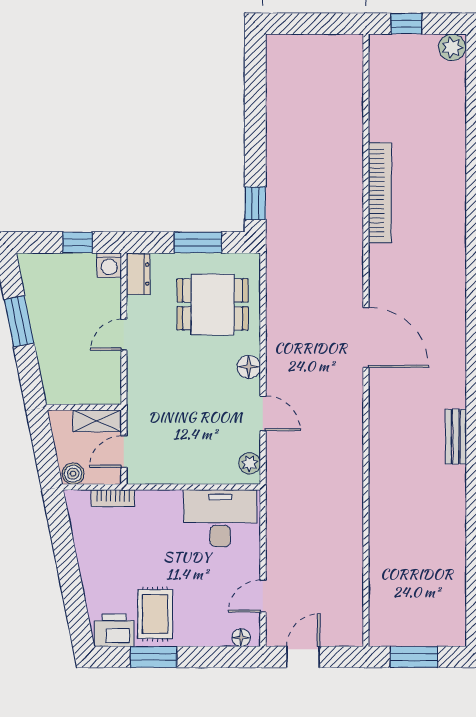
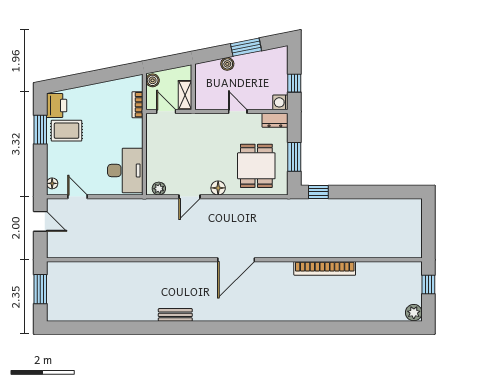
boiler: (46, 352) -> (227, 64), added

